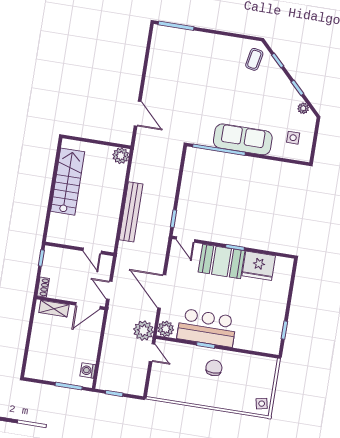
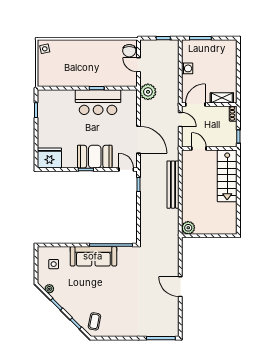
door: (138, 114) -> (180, 287), moved
stairs: (68, 182) -> (227, 176), moved
fridge: (259, 266) -> (49, 158), moved
door: (162, 291) -> (138, 140), moved
plant: (166, 329) -> (131, 96), removed
door: (152, 353) -> (138, 65), moved
chair: (214, 368) -> (129, 51), moved
washing machine: (88, 370) -> (187, 68), moved

